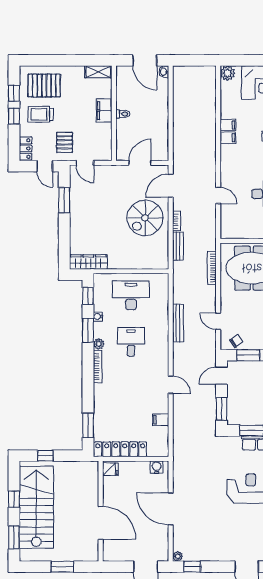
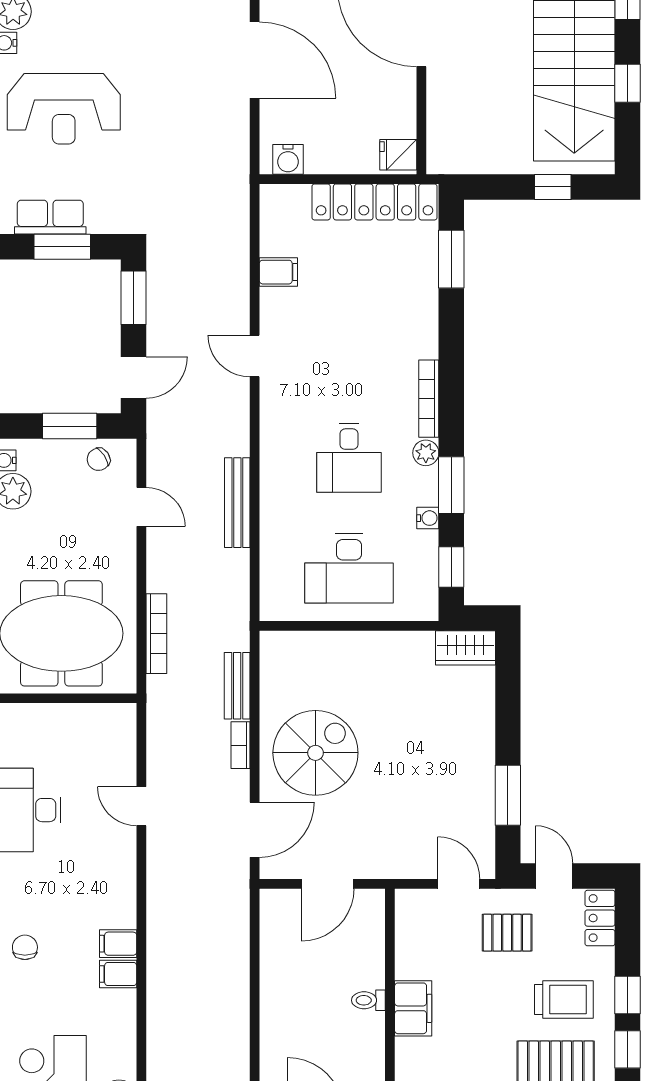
pallet: (65, 142) -> (507, 933), turned 90
wardrobe: (88, 262) -> (465, 648), width x0.67

